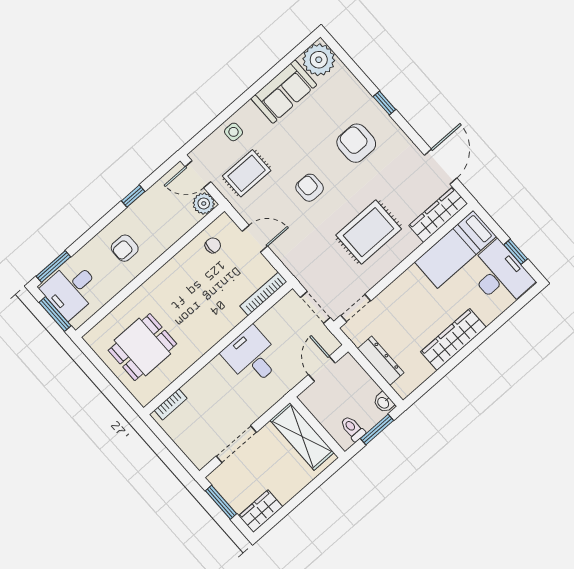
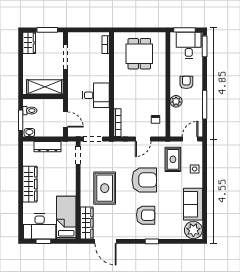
armchair: (310, 188) -> (144, 180), width x1.88, depth x1.88
window: (133, 196) -> (205, 105), width x2.17
plant: (204, 203) -> (176, 101), moved

